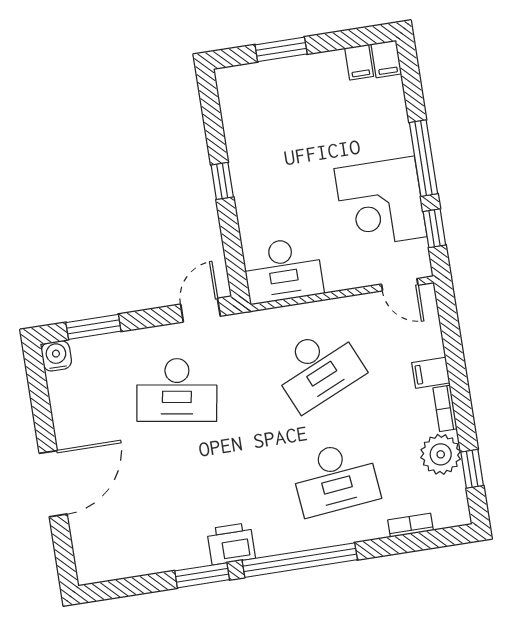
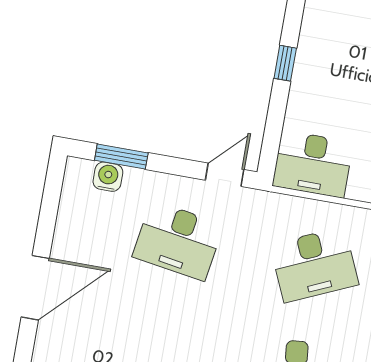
water cooler: (56, 356) -> (108, 177), moved

